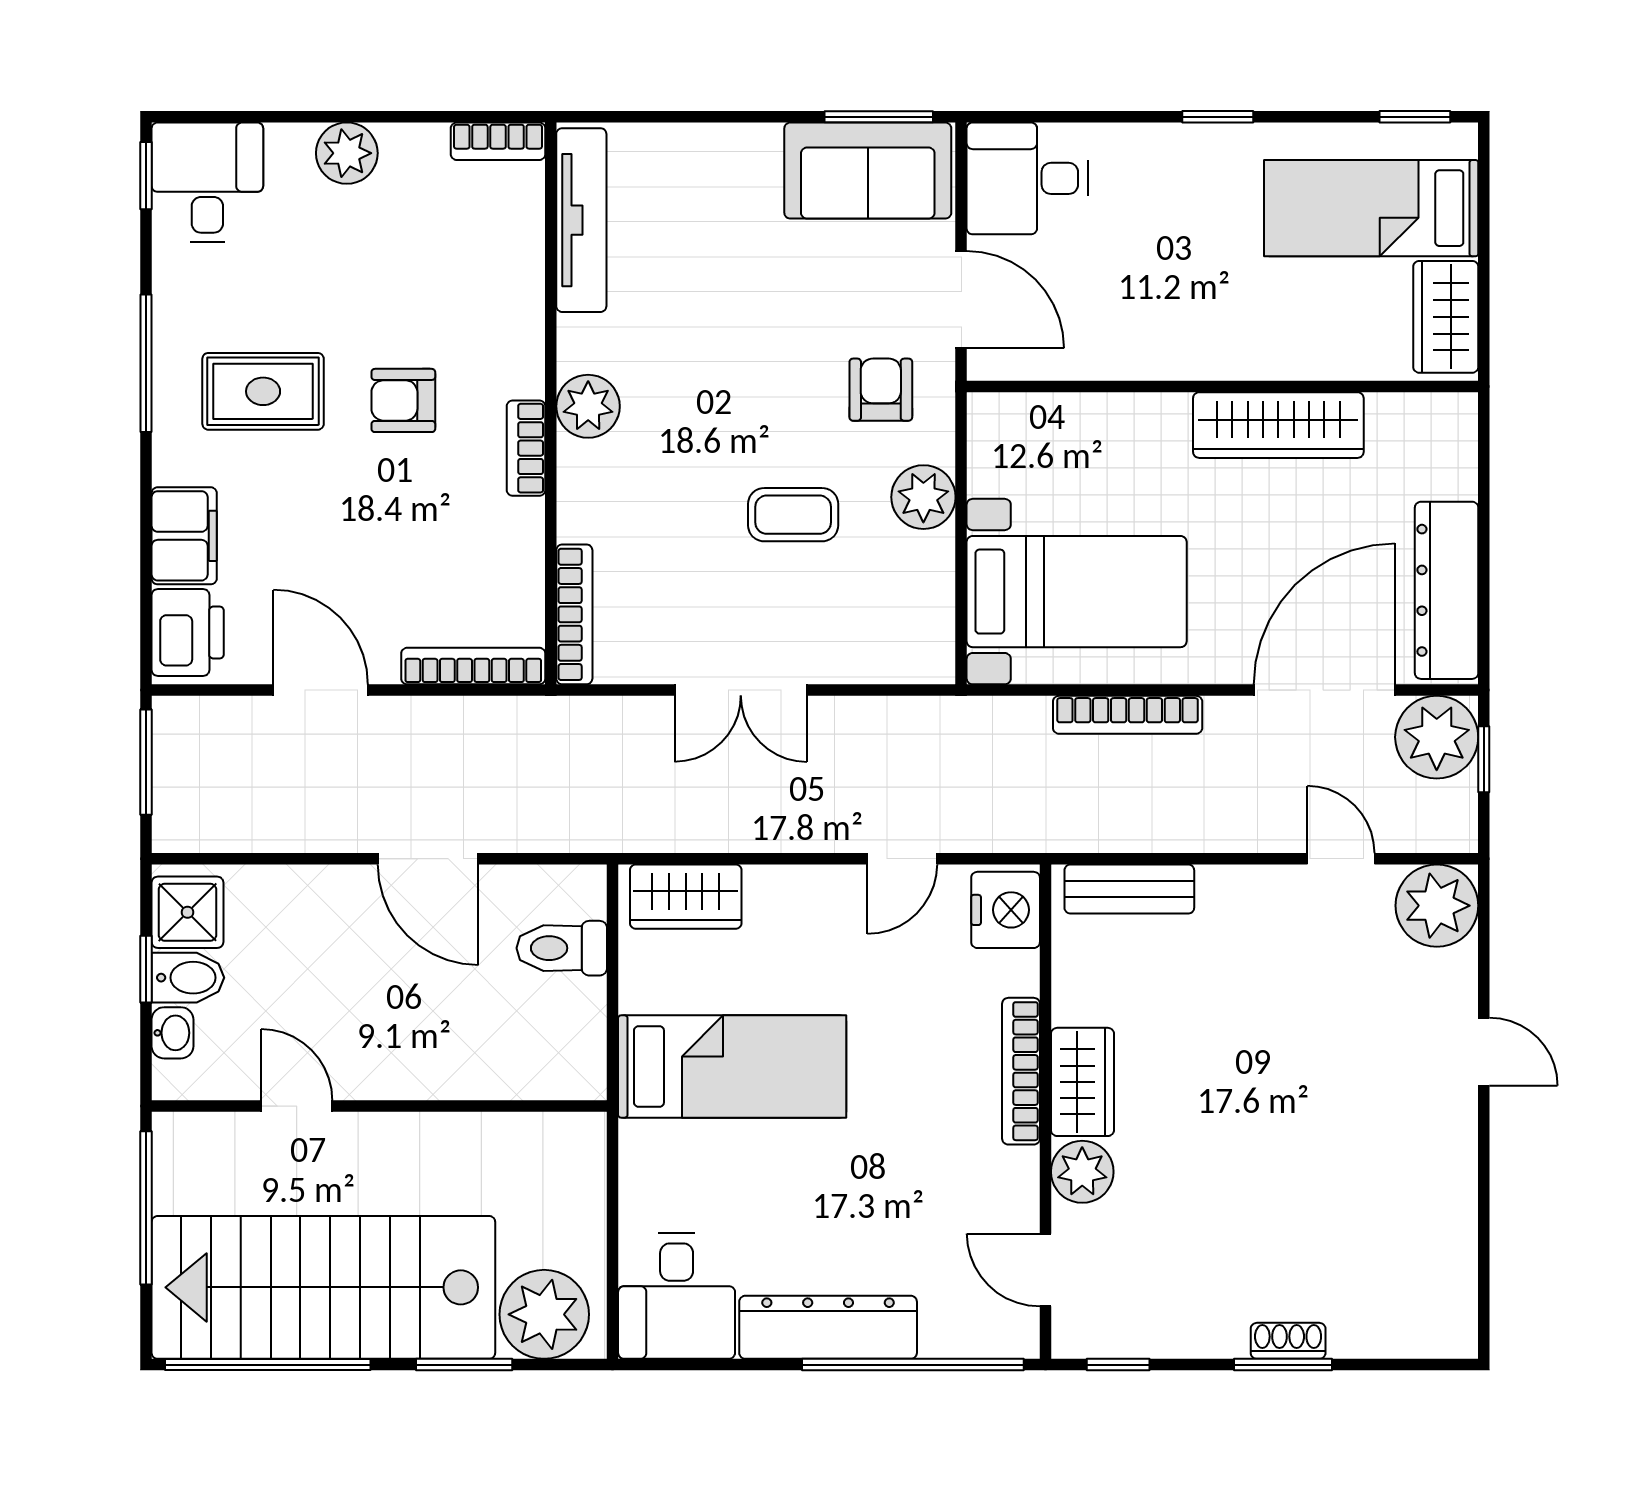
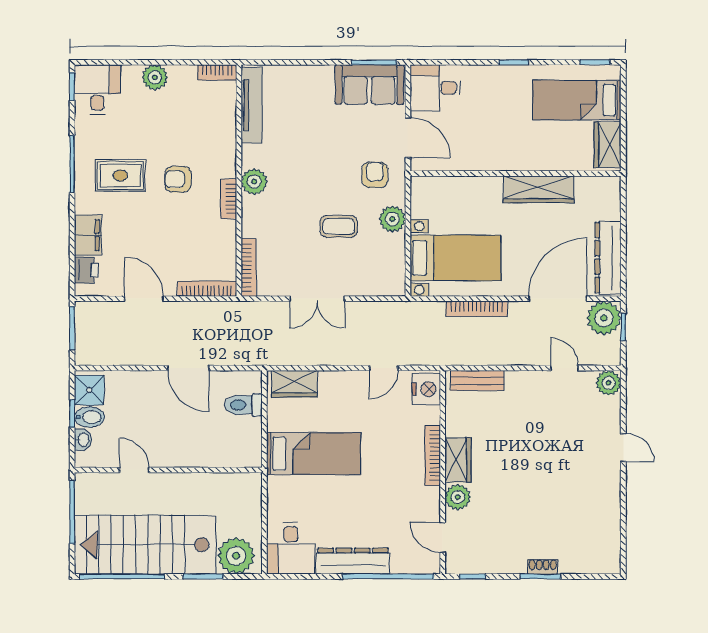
printer: (188, 633) -> (86, 270), width x0.73, depth x0.81
plant: (1437, 906) -> (609, 383), width x0.73, depth x0.73

